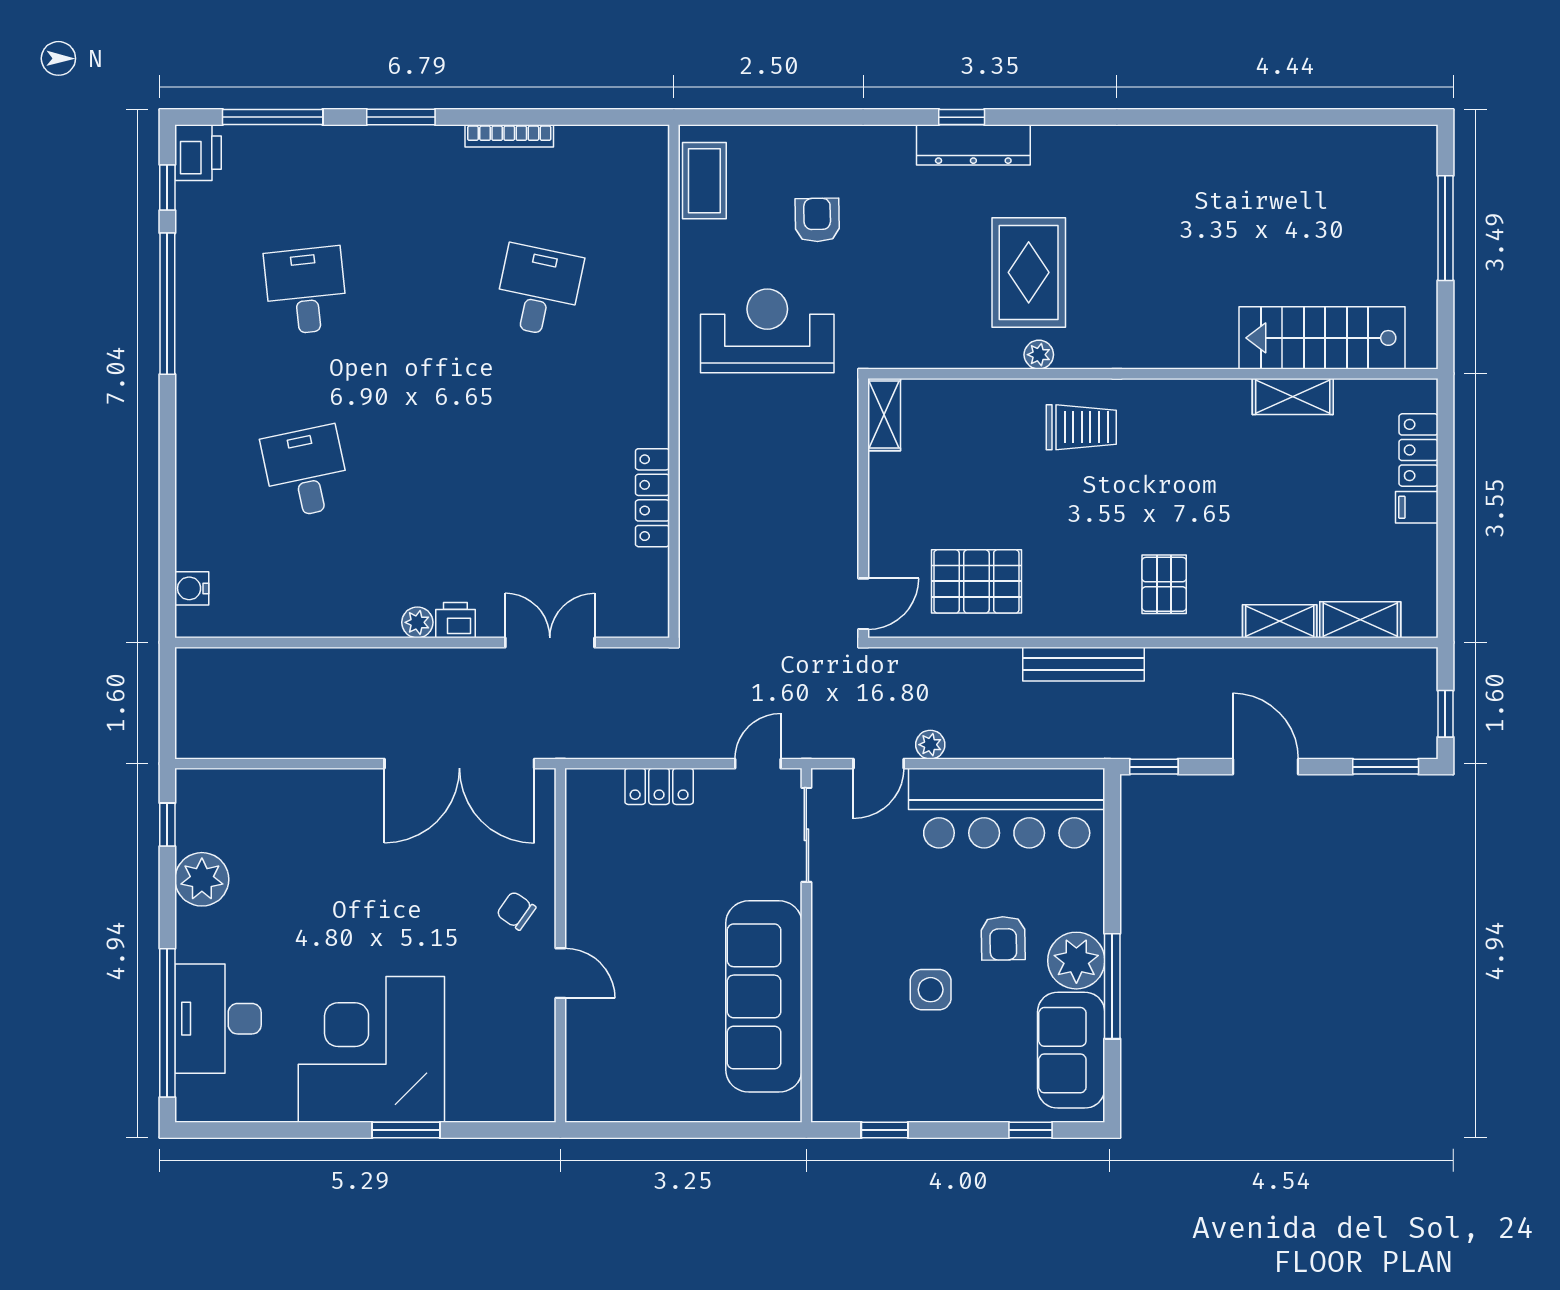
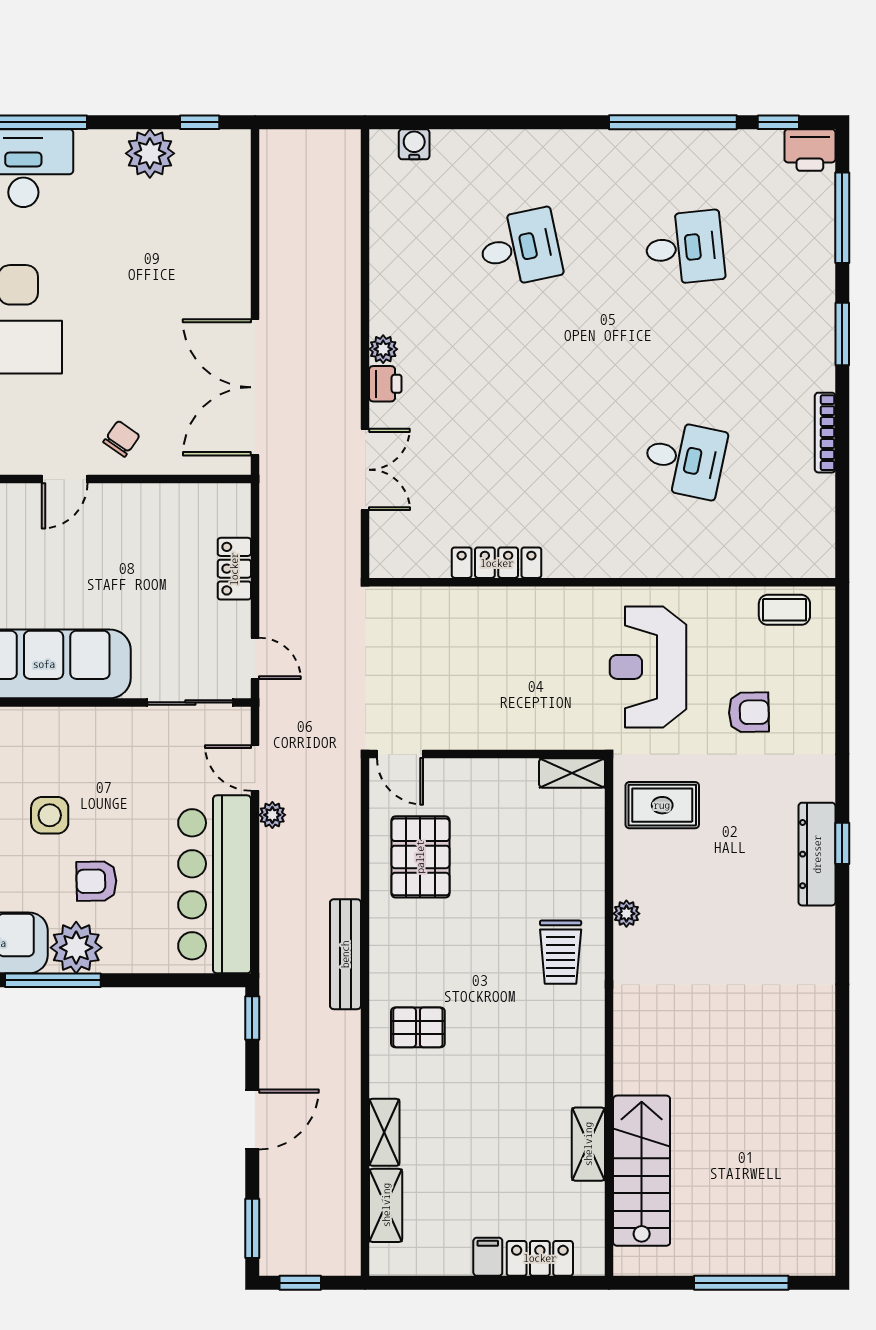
coffee table: (704, 181) -> (784, 610), width x0.73, depth x0.77
rug: (1029, 272) -> (662, 805), moved, width x0.73, depth x0.70
reception desk: (767, 331) -> (648, 667), turned 180

